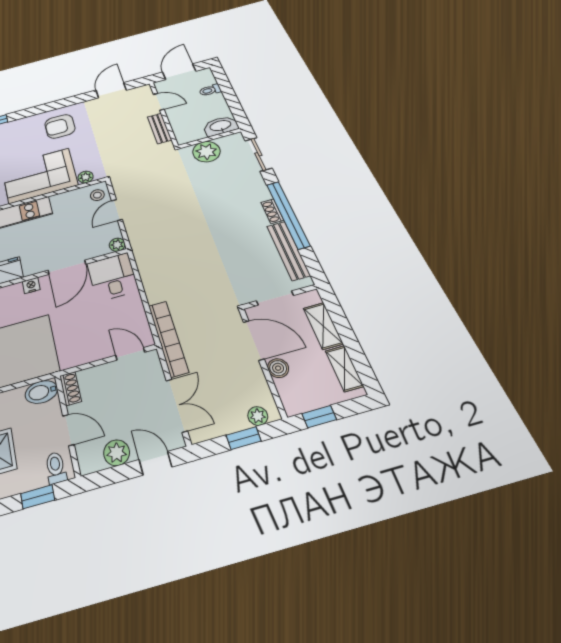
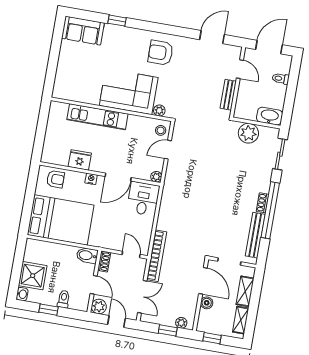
shoe rack: (70, 389) -> (104, 261), moved
bidet: (41, 392) -> (87, 255), moved
wall: (67, 425) -> (94, 281), moved
door: (68, 430) -> (94, 285), moved

